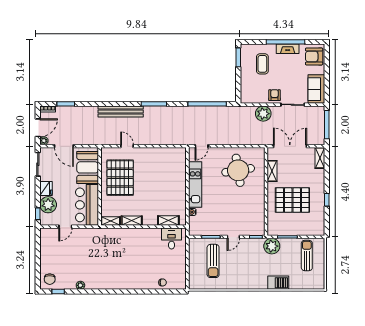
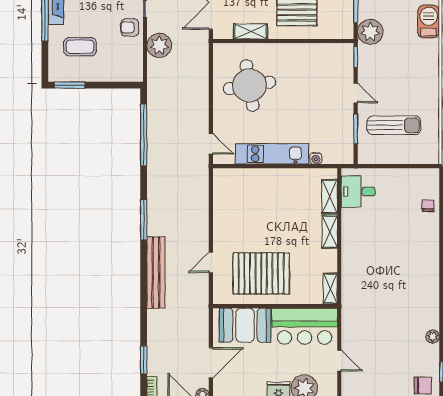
shelving: (132, 221) -> (330, 232), moved

